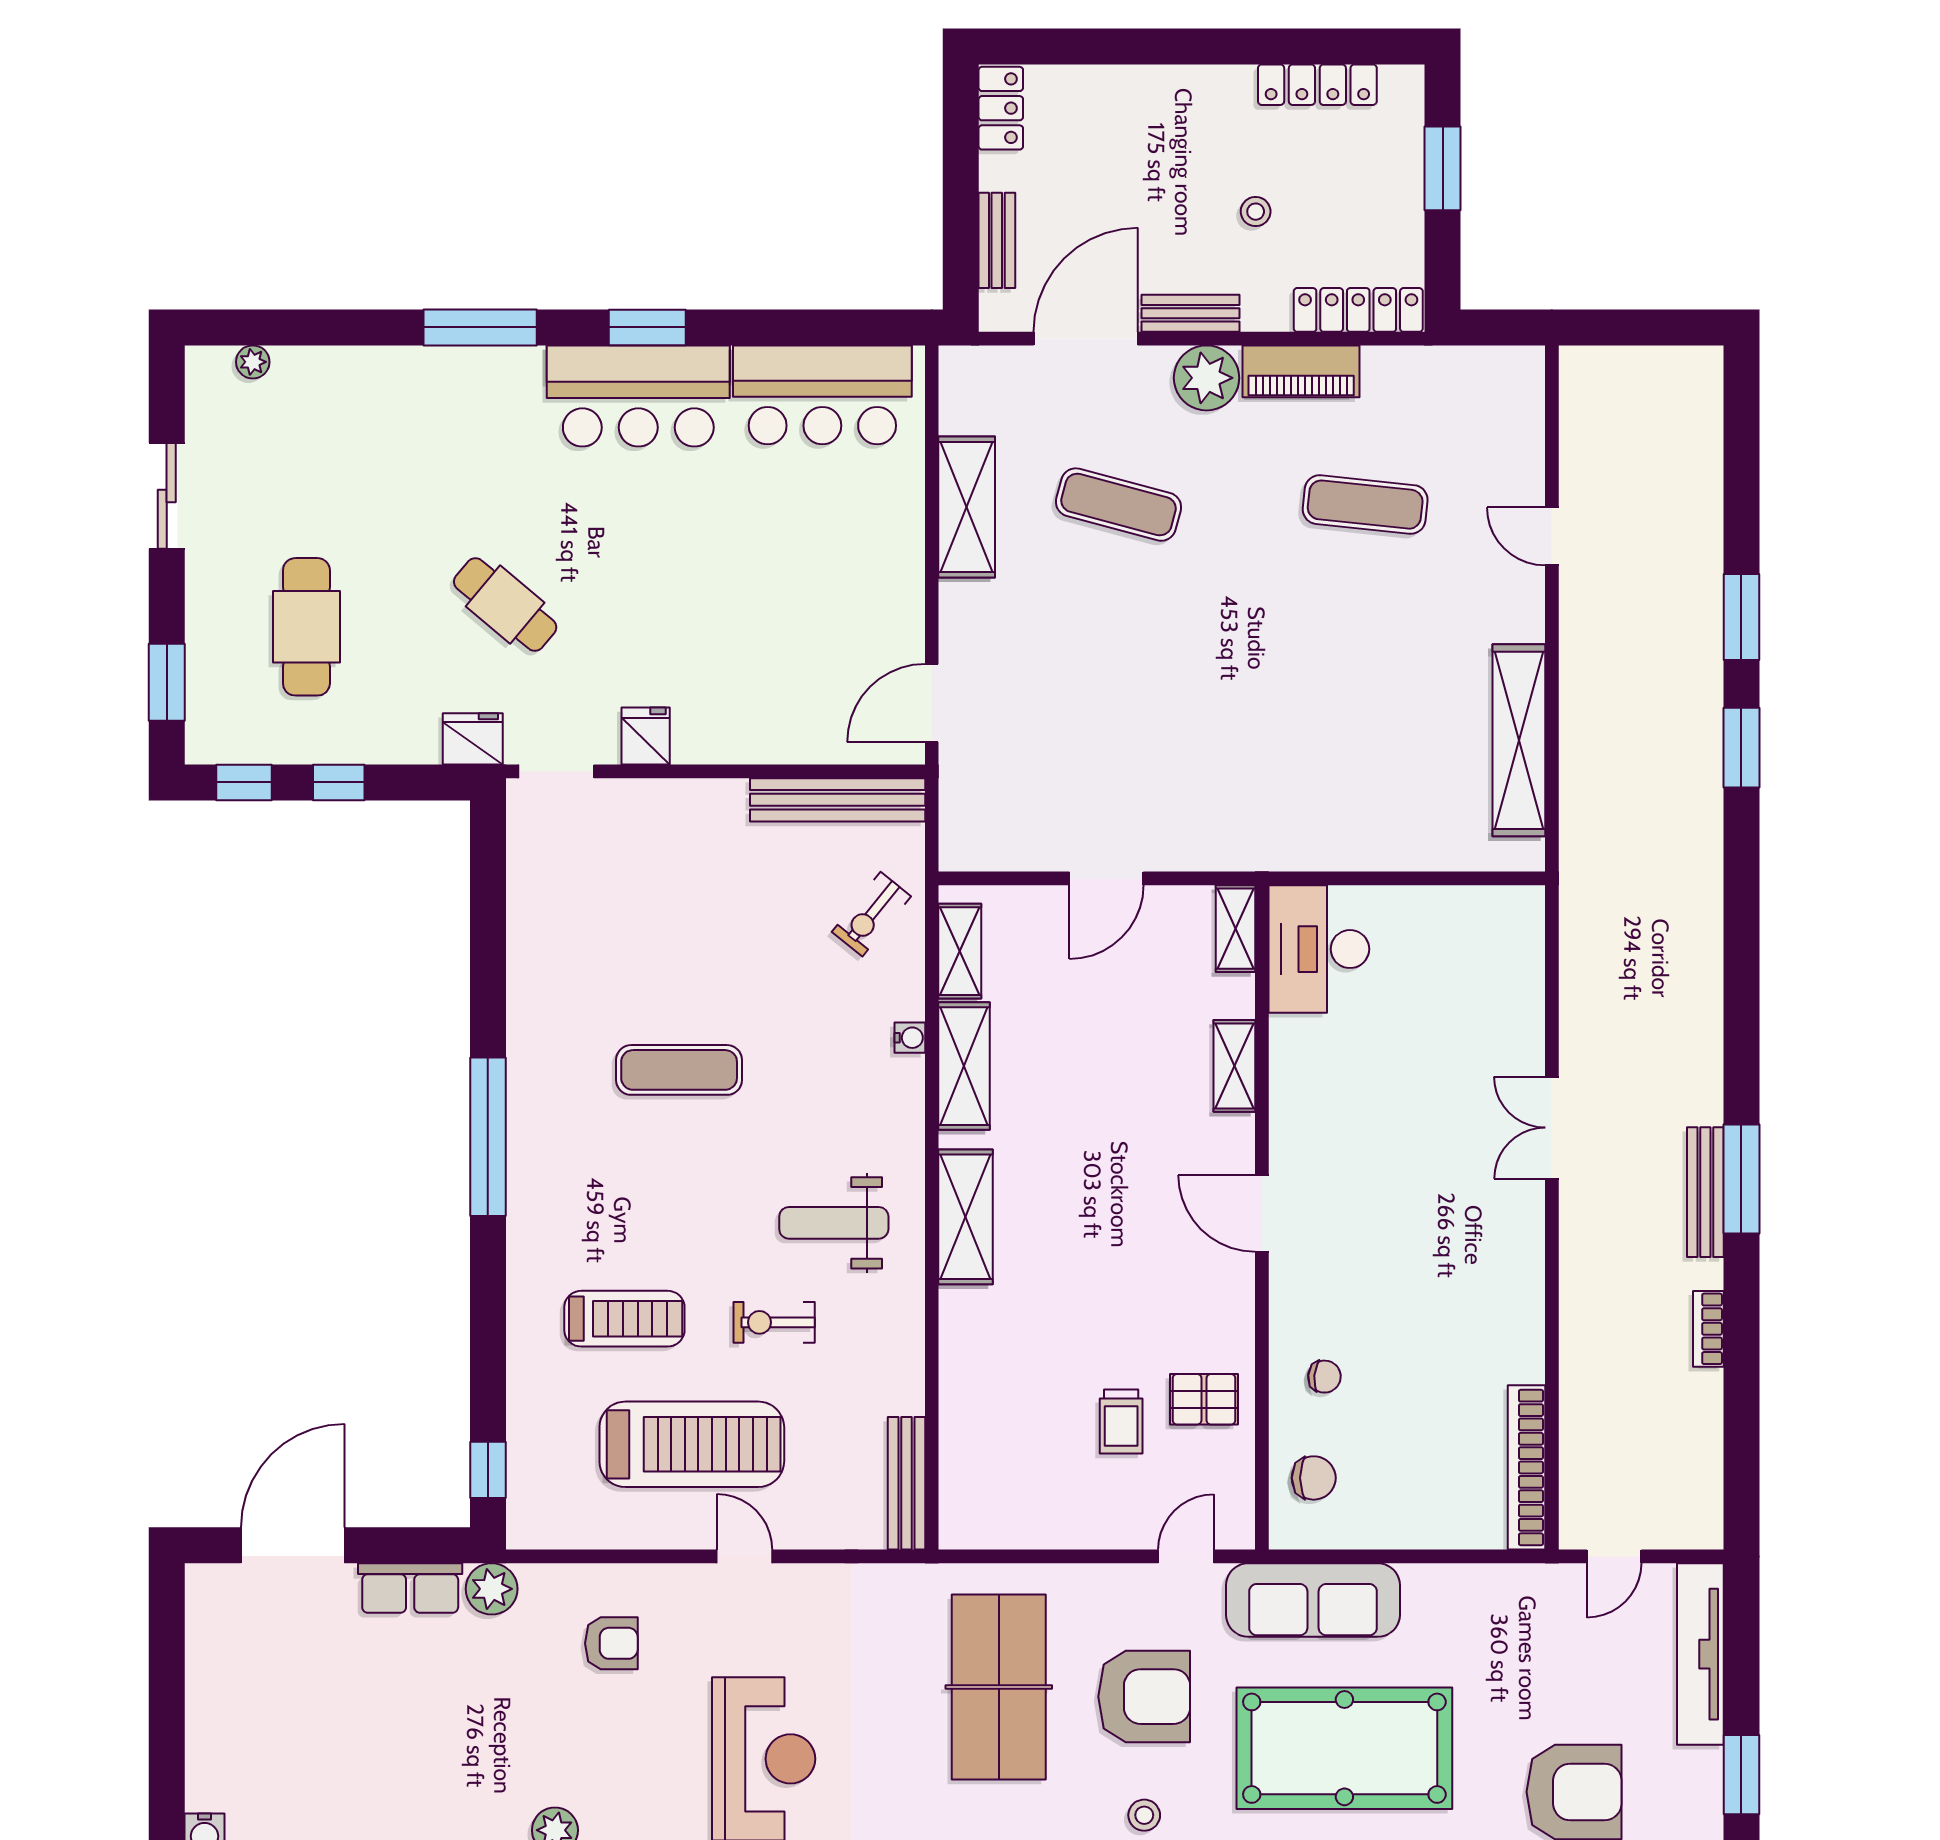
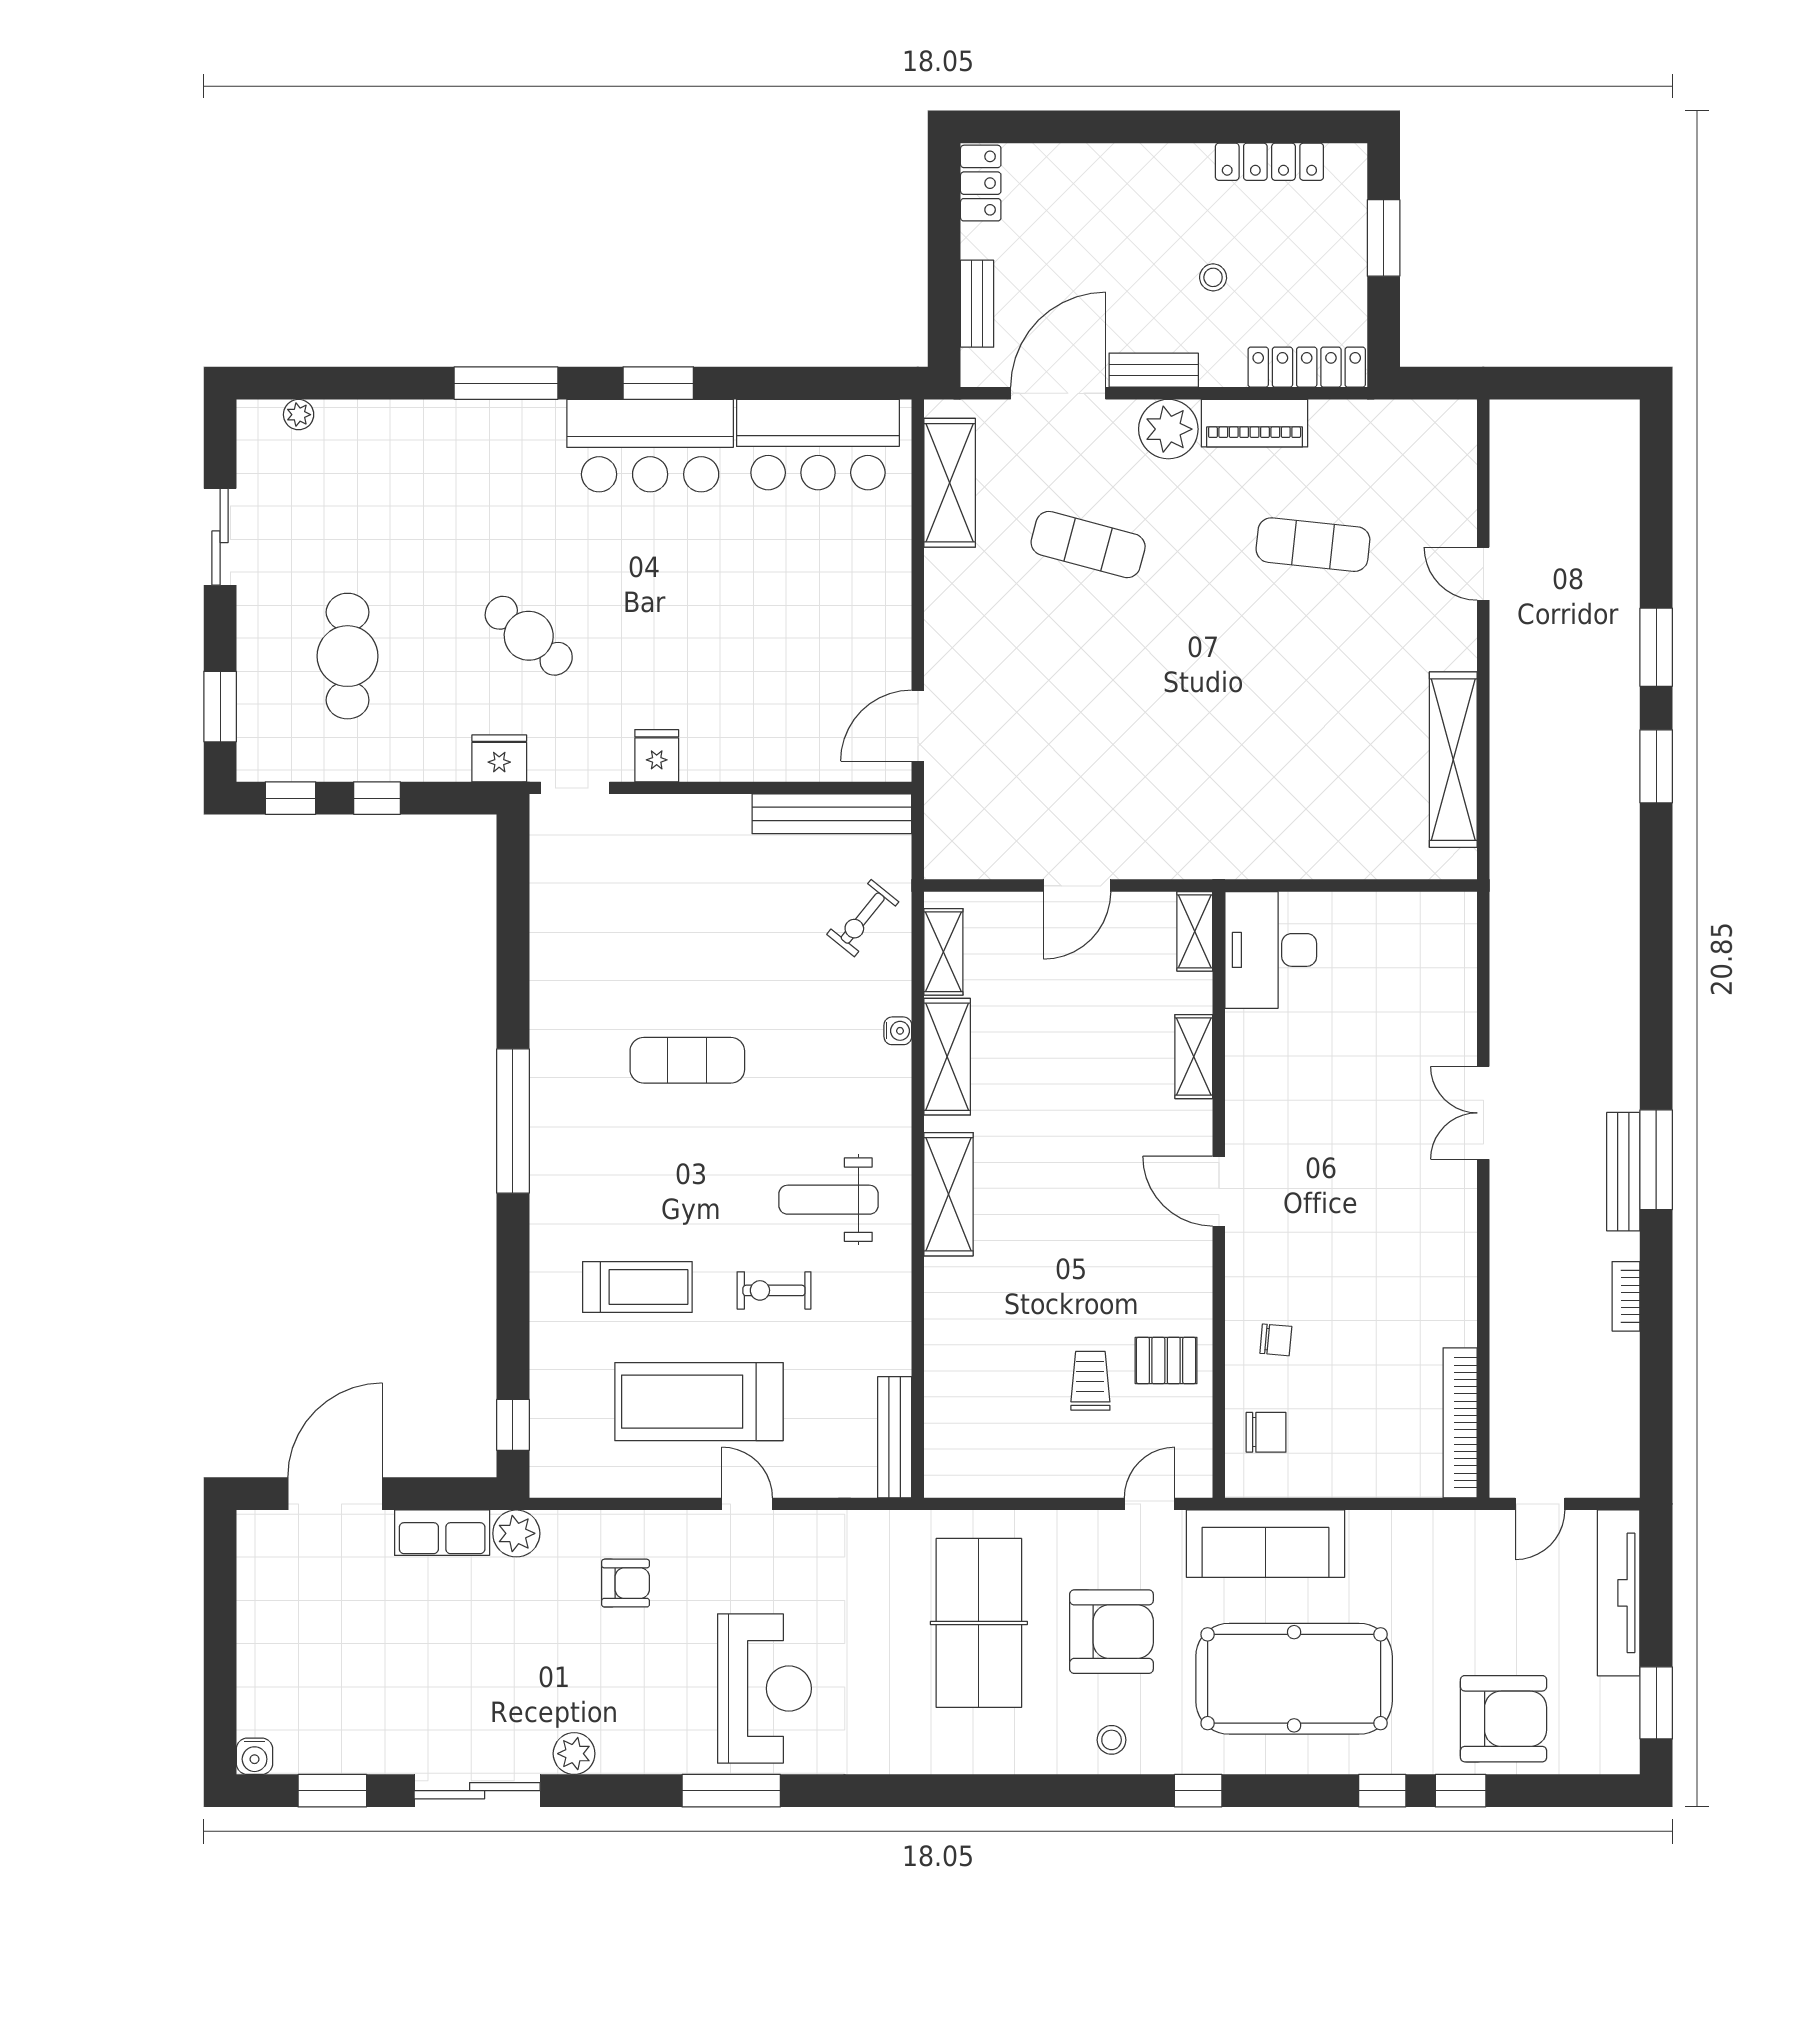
shelving: (967, 507) -> (950, 483), moved
trolley: (1121, 1421) -> (1090, 1381), turned 180
treadmill: (692, 1444) -> (699, 1402), turned 180

